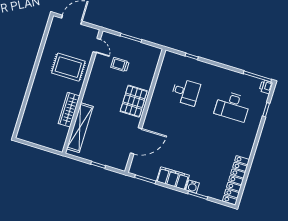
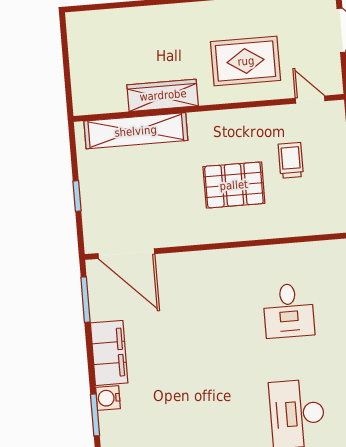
door: (97, 45) -> (310, 100), swing flipped
rug: (68, 67) -> (246, 61), turned 90
pallet: (134, 101) -> (234, 185), moved
door: (136, 141) -> (126, 254), moved

